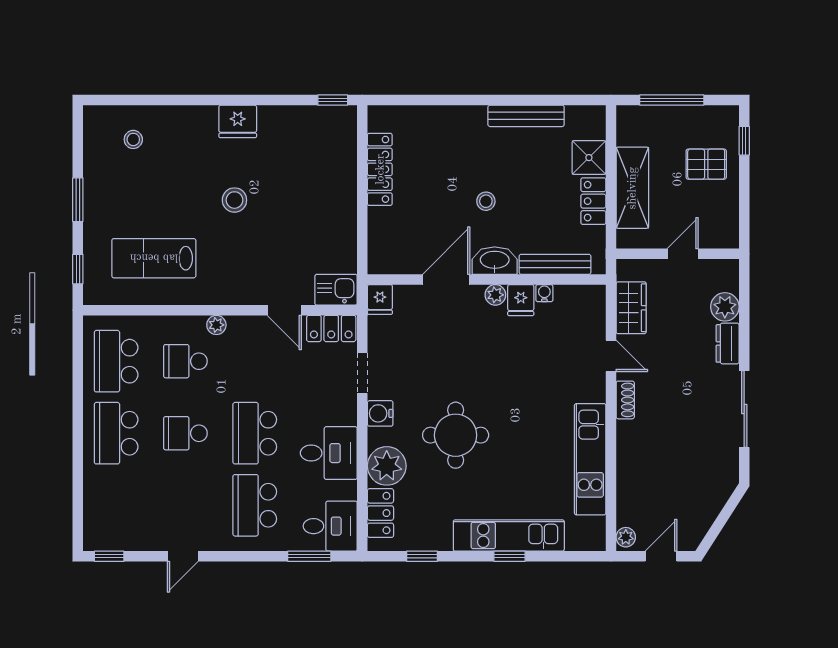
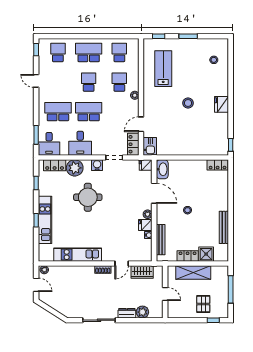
locker: (380, 169) -> (218, 165), moved, width x0.66
washbasin: (495, 261) -> (162, 169), moved
school desk: (116, 361) -> (119, 53), width x0.54
school desk: (116, 505) -> (58, 53), added

